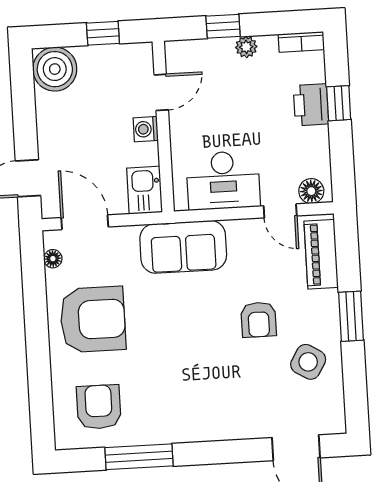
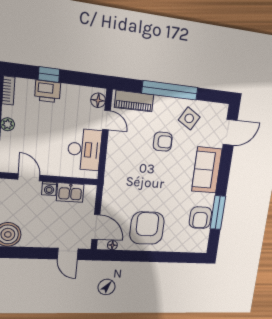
kitchen sink: (145, 190) -> (70, 193), moved
door: (280, 211) -> (106, 120), hinge flipped
door: (85, 222) -> (96, 227), swing flipped
sofa: (183, 247) -> (207, 170), moved, turned 180
window: (351, 316) -> (170, 90), width x2.11
armchair: (99, 407) -> (200, 218), moved, turned -90

